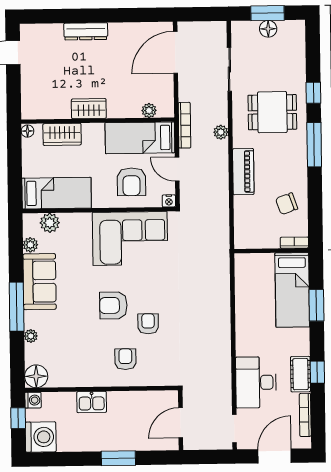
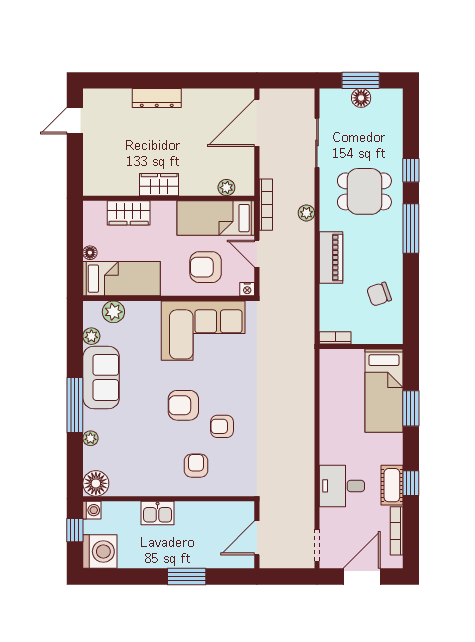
floor lamp: (27, 131) -> (90, 253), moved
armchair: (131, 182) -> (206, 267), turned 90
bookcase: (294, 243) -> (335, 338), moved
armchair: (148, 324) -> (222, 426), turned -90
desk: (256, 382) -> (342, 486), width x0.73

